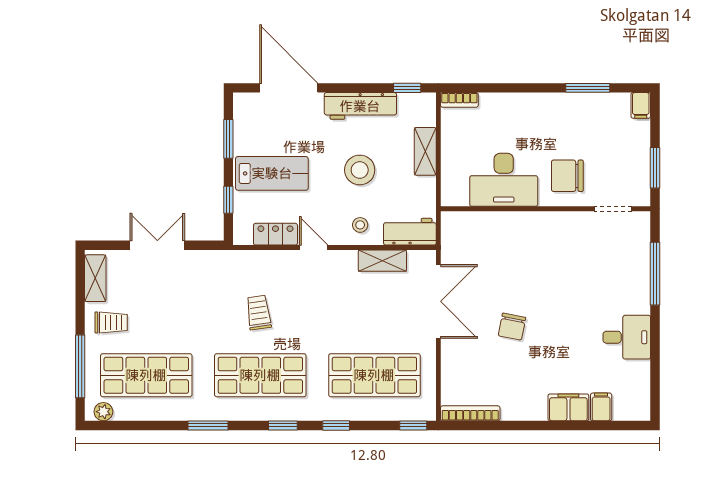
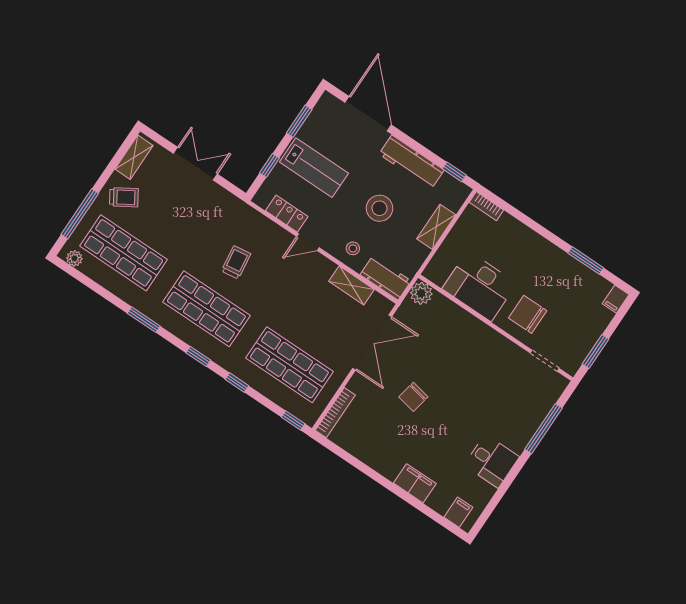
plant: (453, 224) -> (421, 293), added
door: (314, 248) -> (308, 242), swing flipped
trolley: (111, 322) -> (124, 197), turned -32
filing cabinet: (601, 407) -> (458, 512), moved
bookcase: (470, 413) -> (335, 413), moved, turned 90

